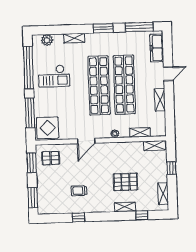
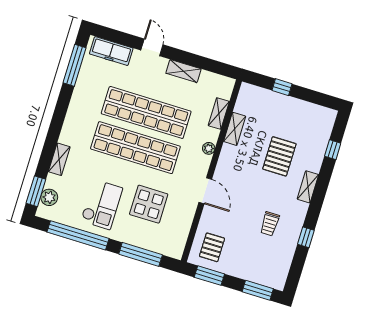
window: (103, 28) -> (36, 191), moved
display table: (48, 128) -> (149, 204), moved
shelving: (154, 146) -> (235, 129), moved
shelving: (163, 194) -> (313, 110), removed
shelving: (125, 207) -> (308, 187), moved

